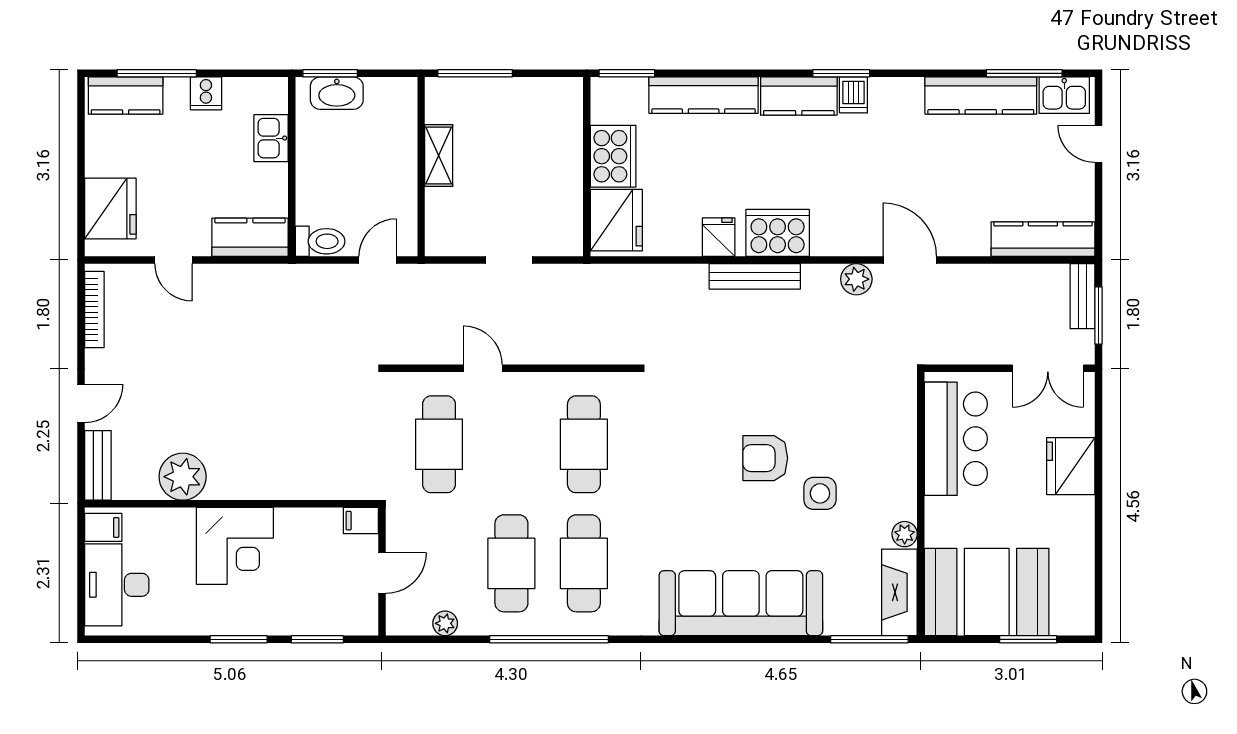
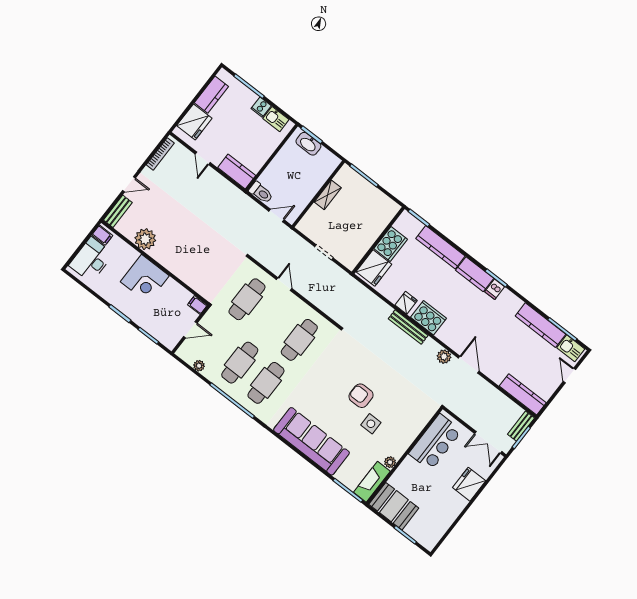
kitchen counter: (126, 96) -> (211, 95), moved, turned -90
kitchen sink: (271, 138) -> (276, 119), moved, turned -90
booth: (987, 592) -> (394, 506), width x0.73, depth x0.70

